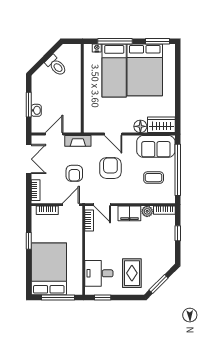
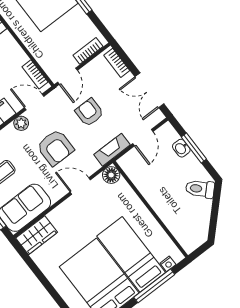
toilet: (56, 66) -> (200, 189), moved
floor lamp: (140, 126) -> (111, 175), moved
plant: (120, 198) -> (21, 123), added

